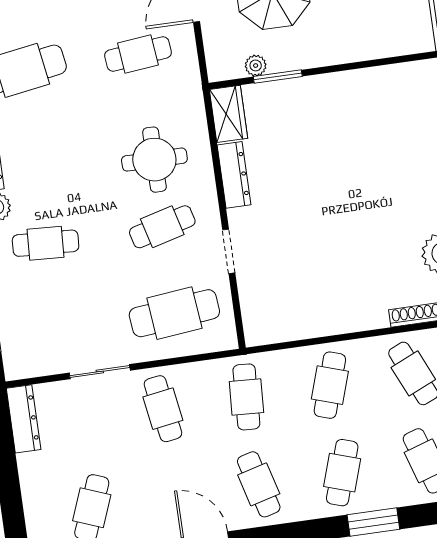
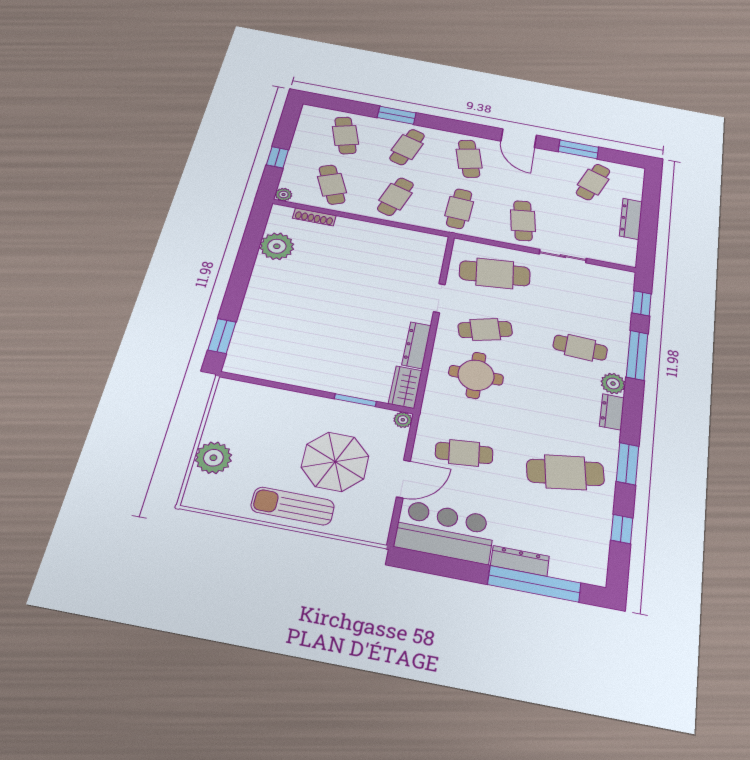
plant: (256, 65) -> (403, 420), moved
dresser: (24, 419) -> (631, 219), moved

